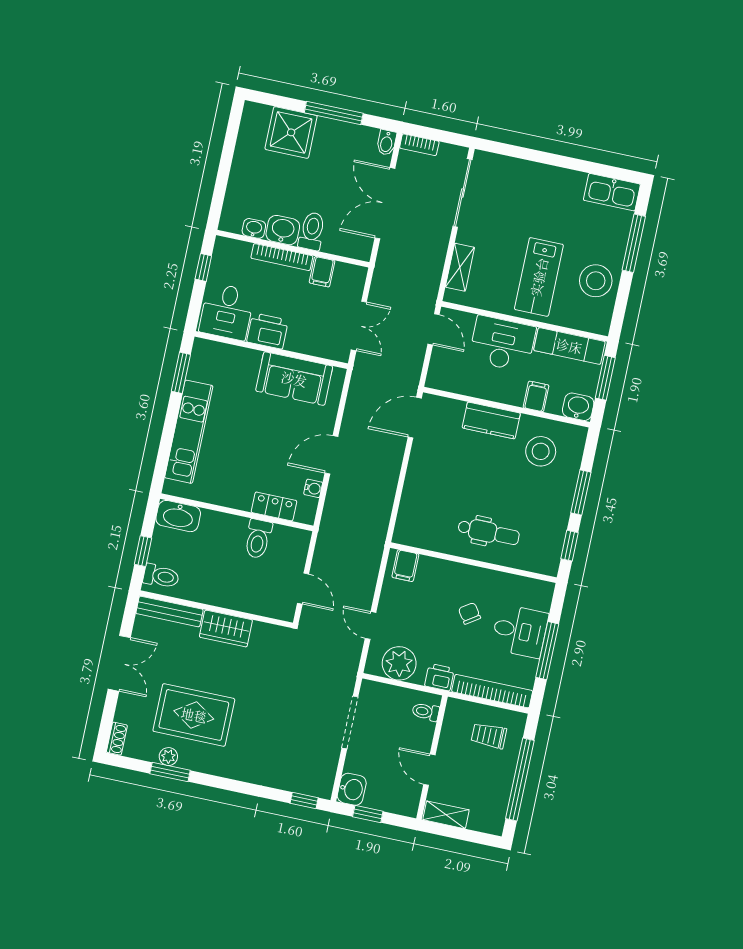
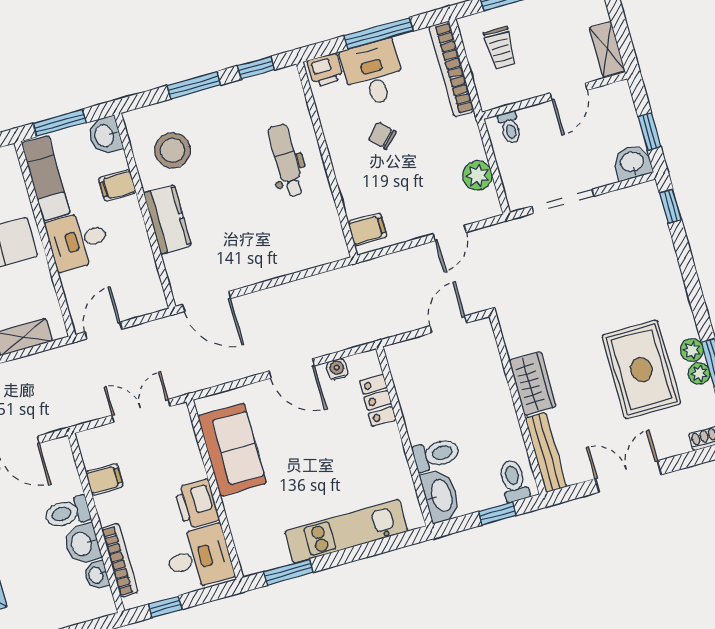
bookcase: (282, 257) -> (120, 560), moved
desk: (502, 344) -> (78, 241), width x0.73
toilet: (258, 539) -> (436, 454), moved
chair: (469, 613) -> (382, 136), turned 79
plant: (399, 663) -> (477, 175), width x0.73, depth x0.73
printer: (439, 677) -> (325, 70), moved, turned -90
plant: (189, 760) -> (692, 350), added

